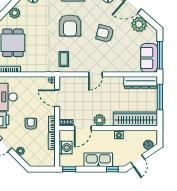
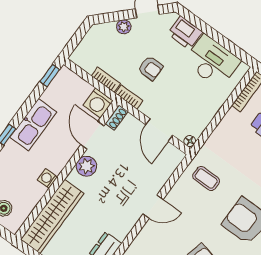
door: (96, 74) -> (153, 207), swing flipped
door: (57, 98) -> (159, 130), swing flipped
washing machine: (65, 148) -> (98, 103), moved

